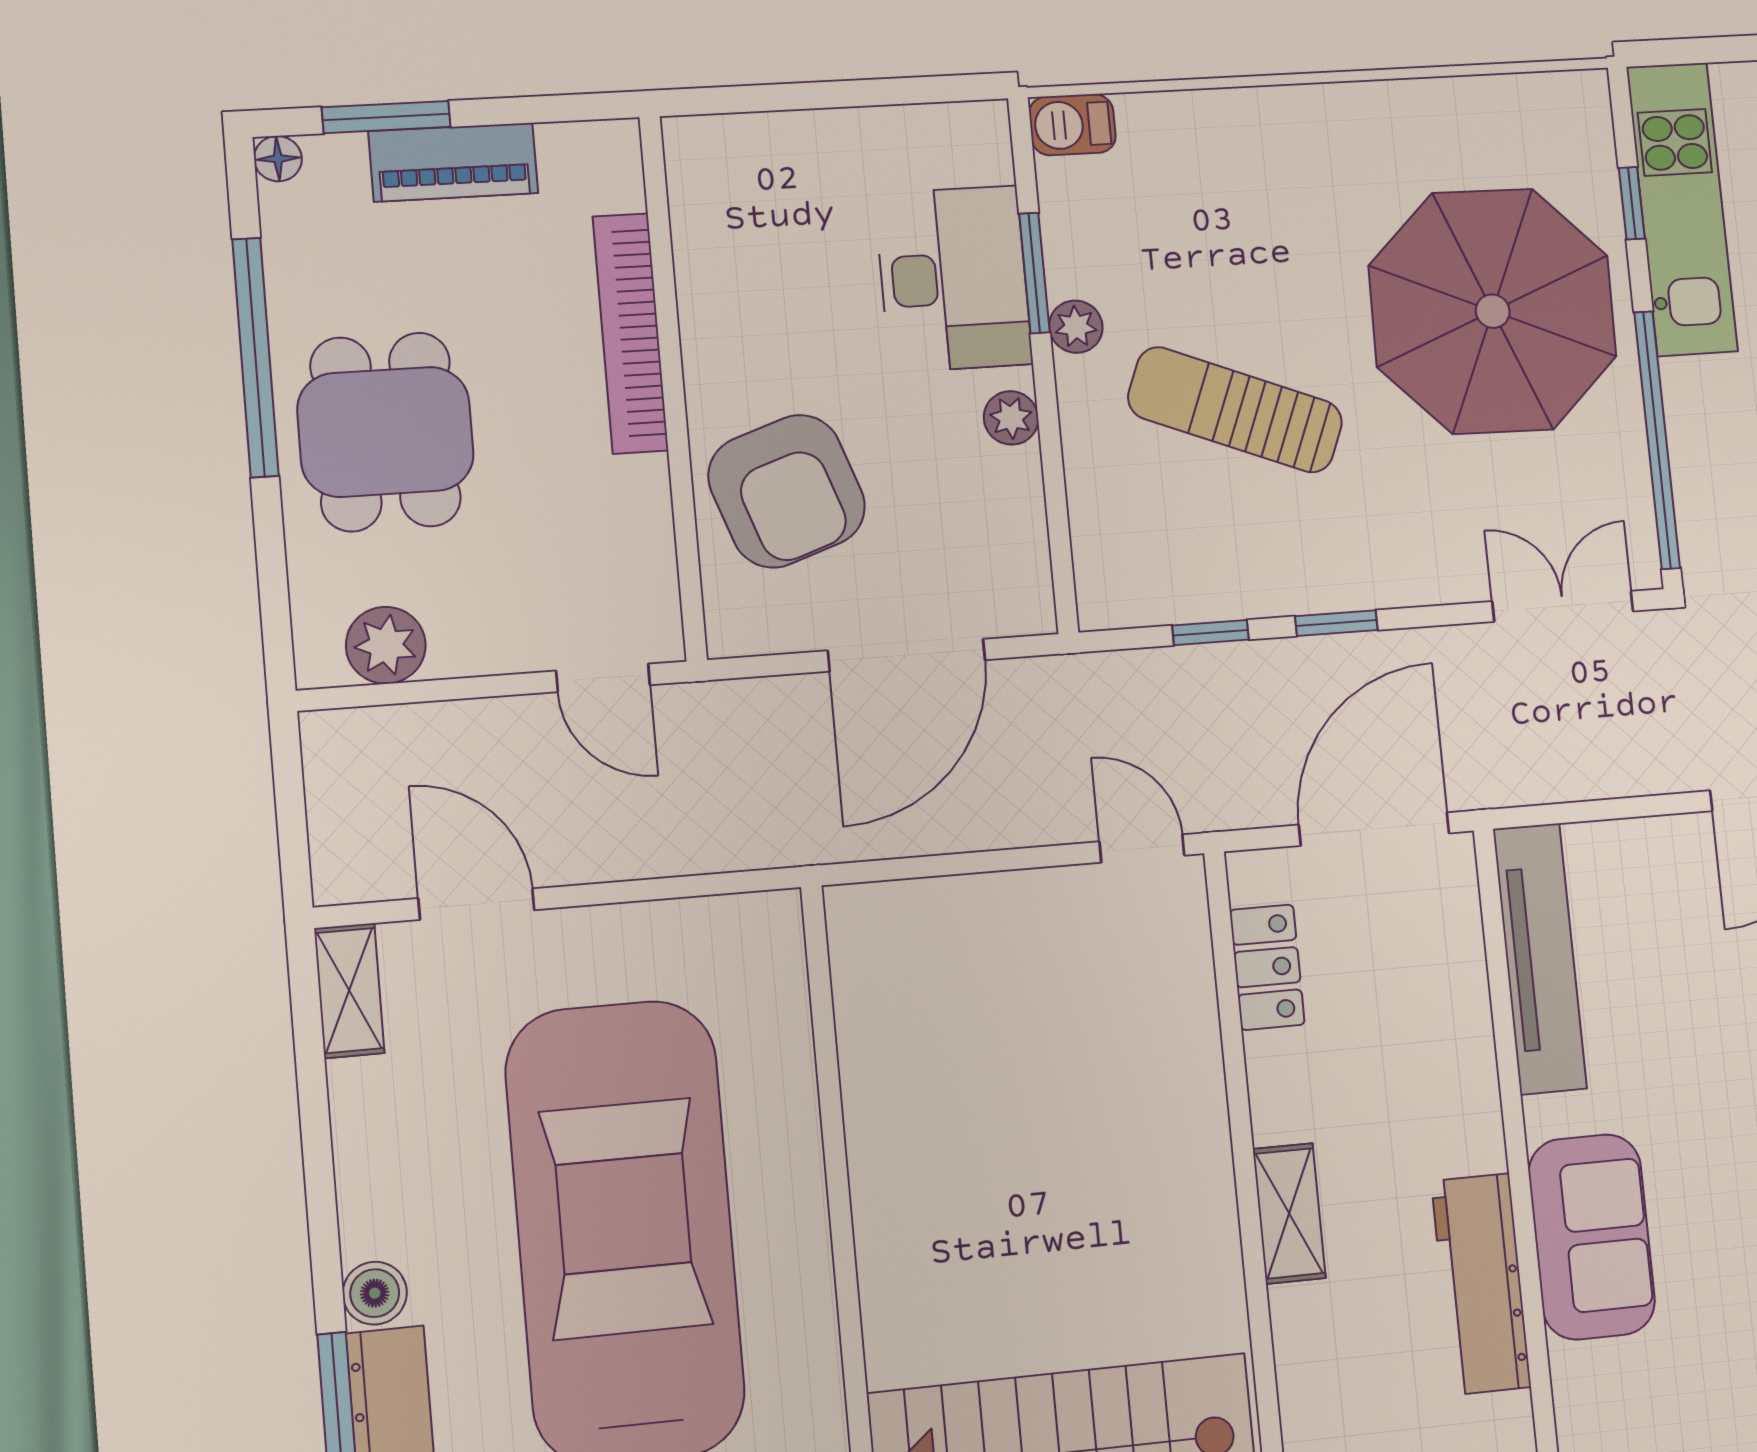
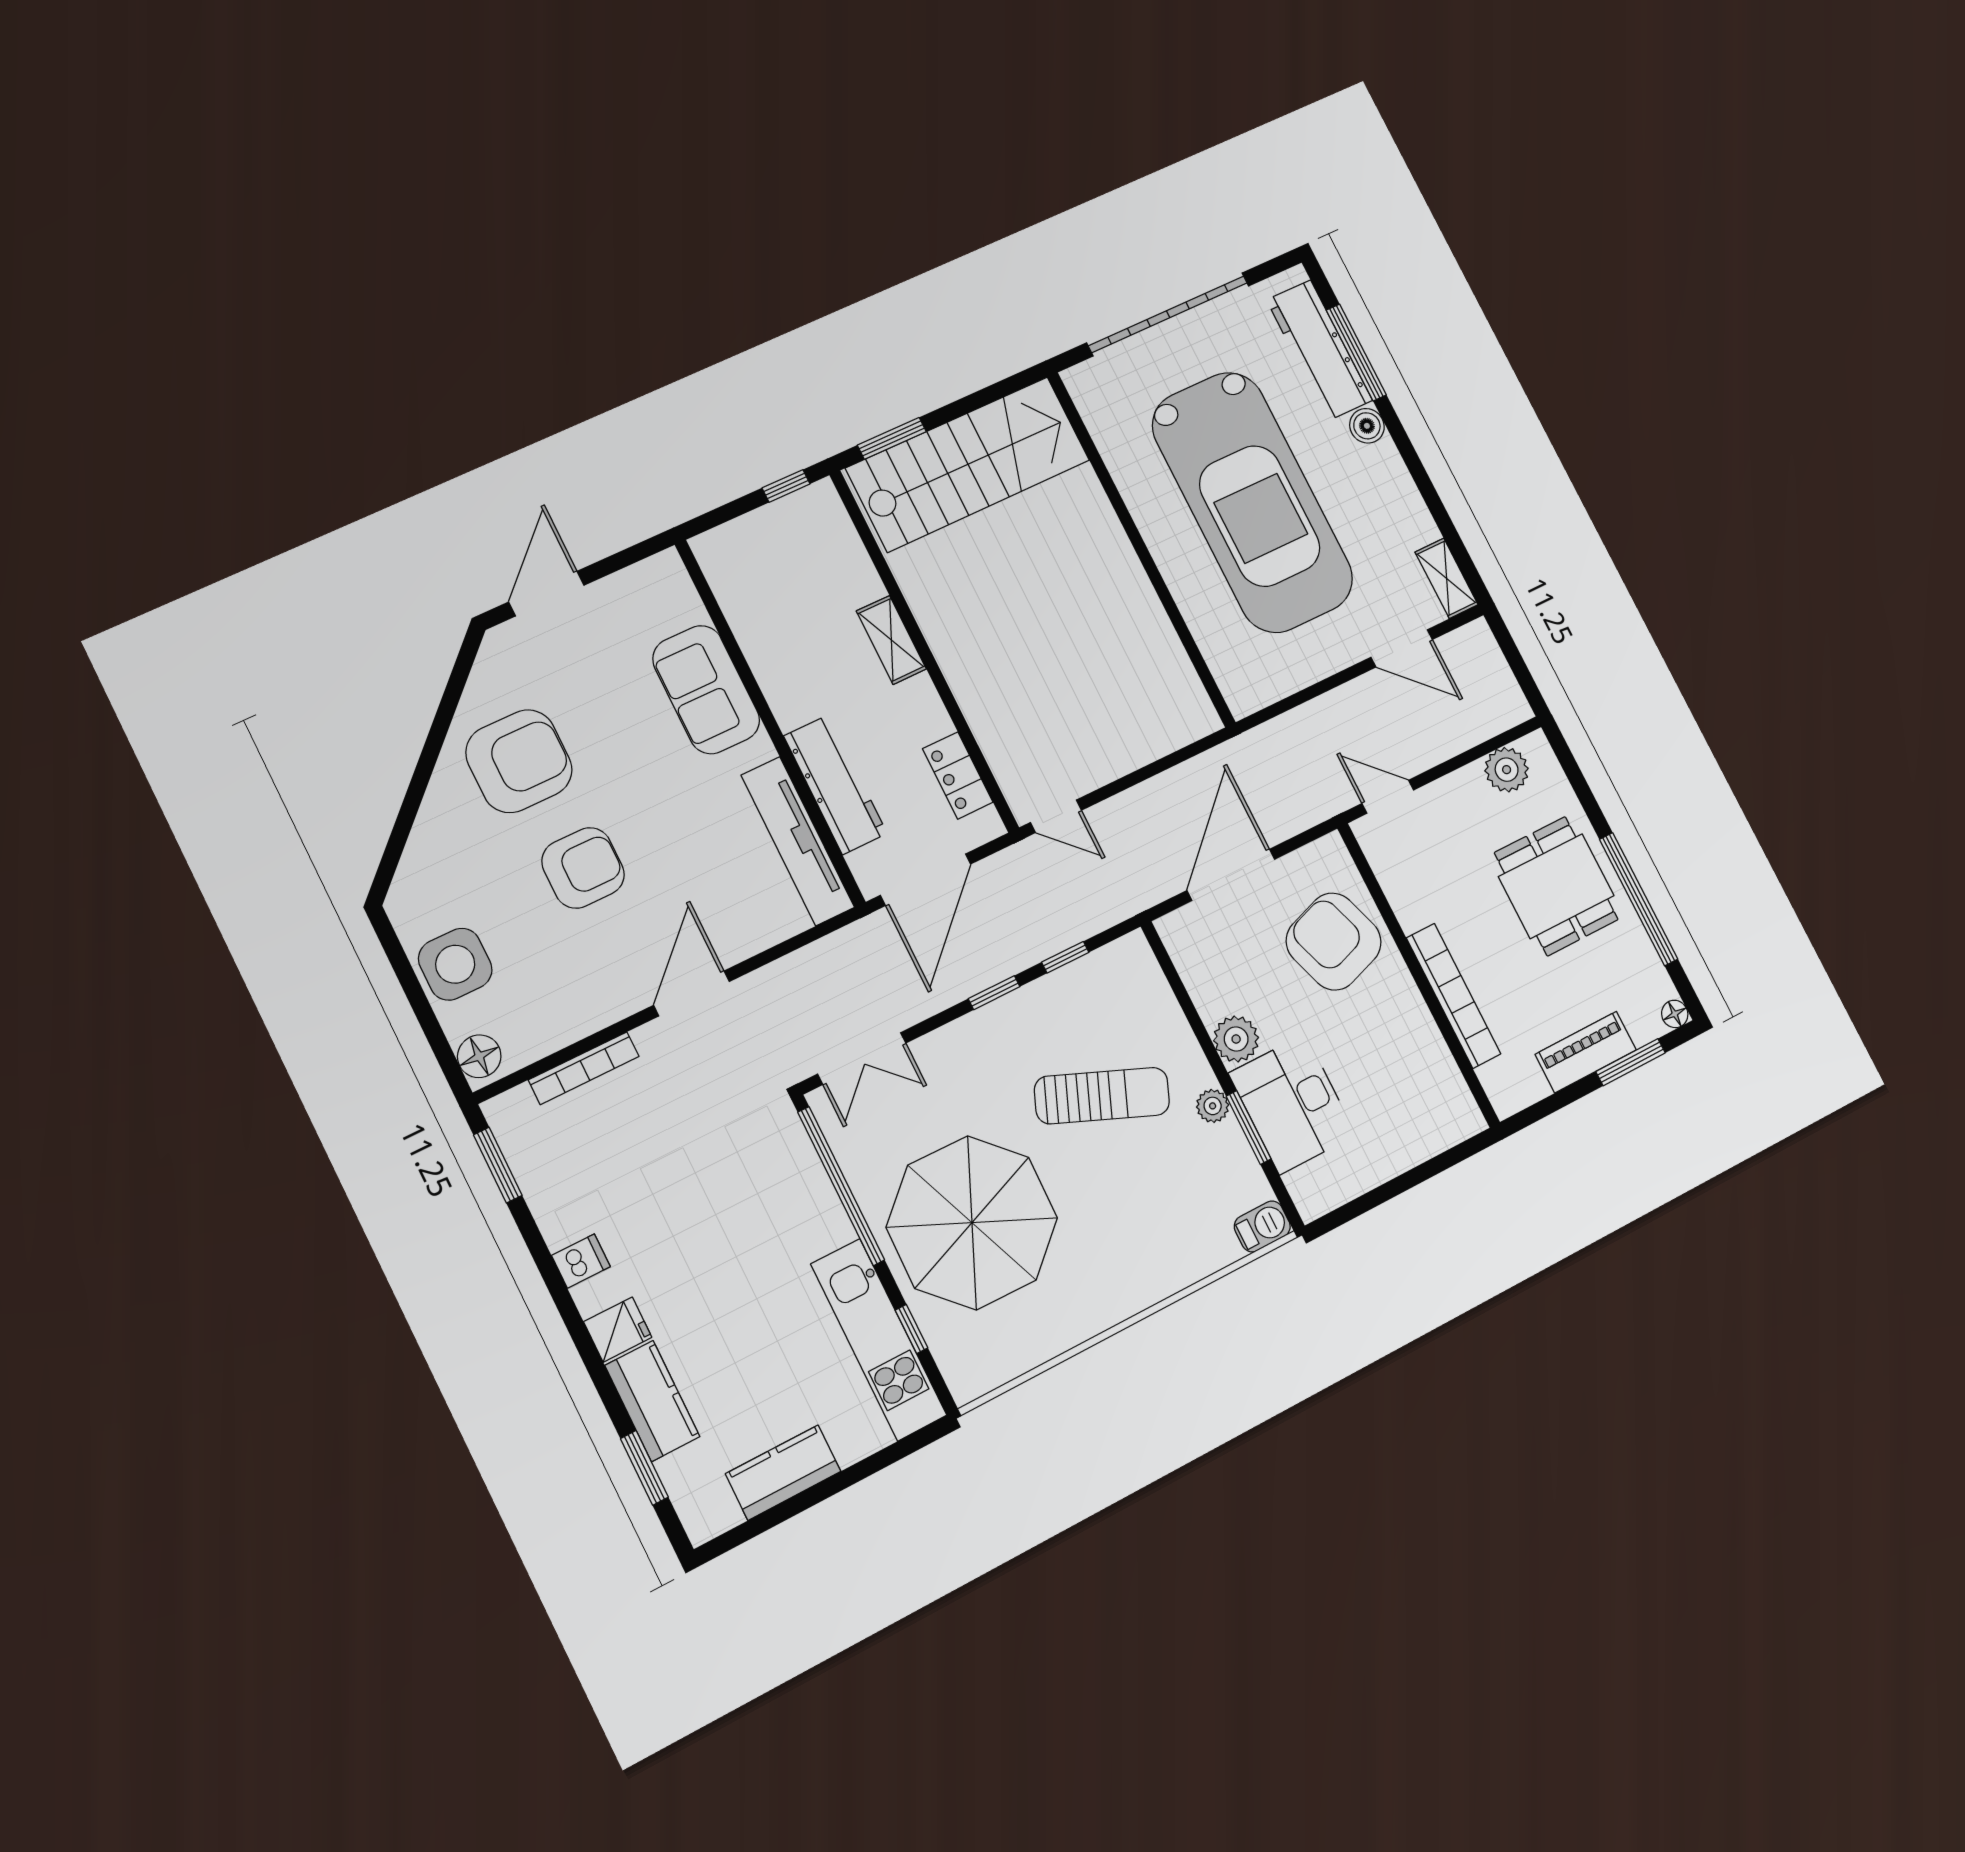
plant: (1011, 418) -> (1236, 1039), width x1.38, depth x1.38
workbench: (1481, 1284) -> (835, 785), moved

